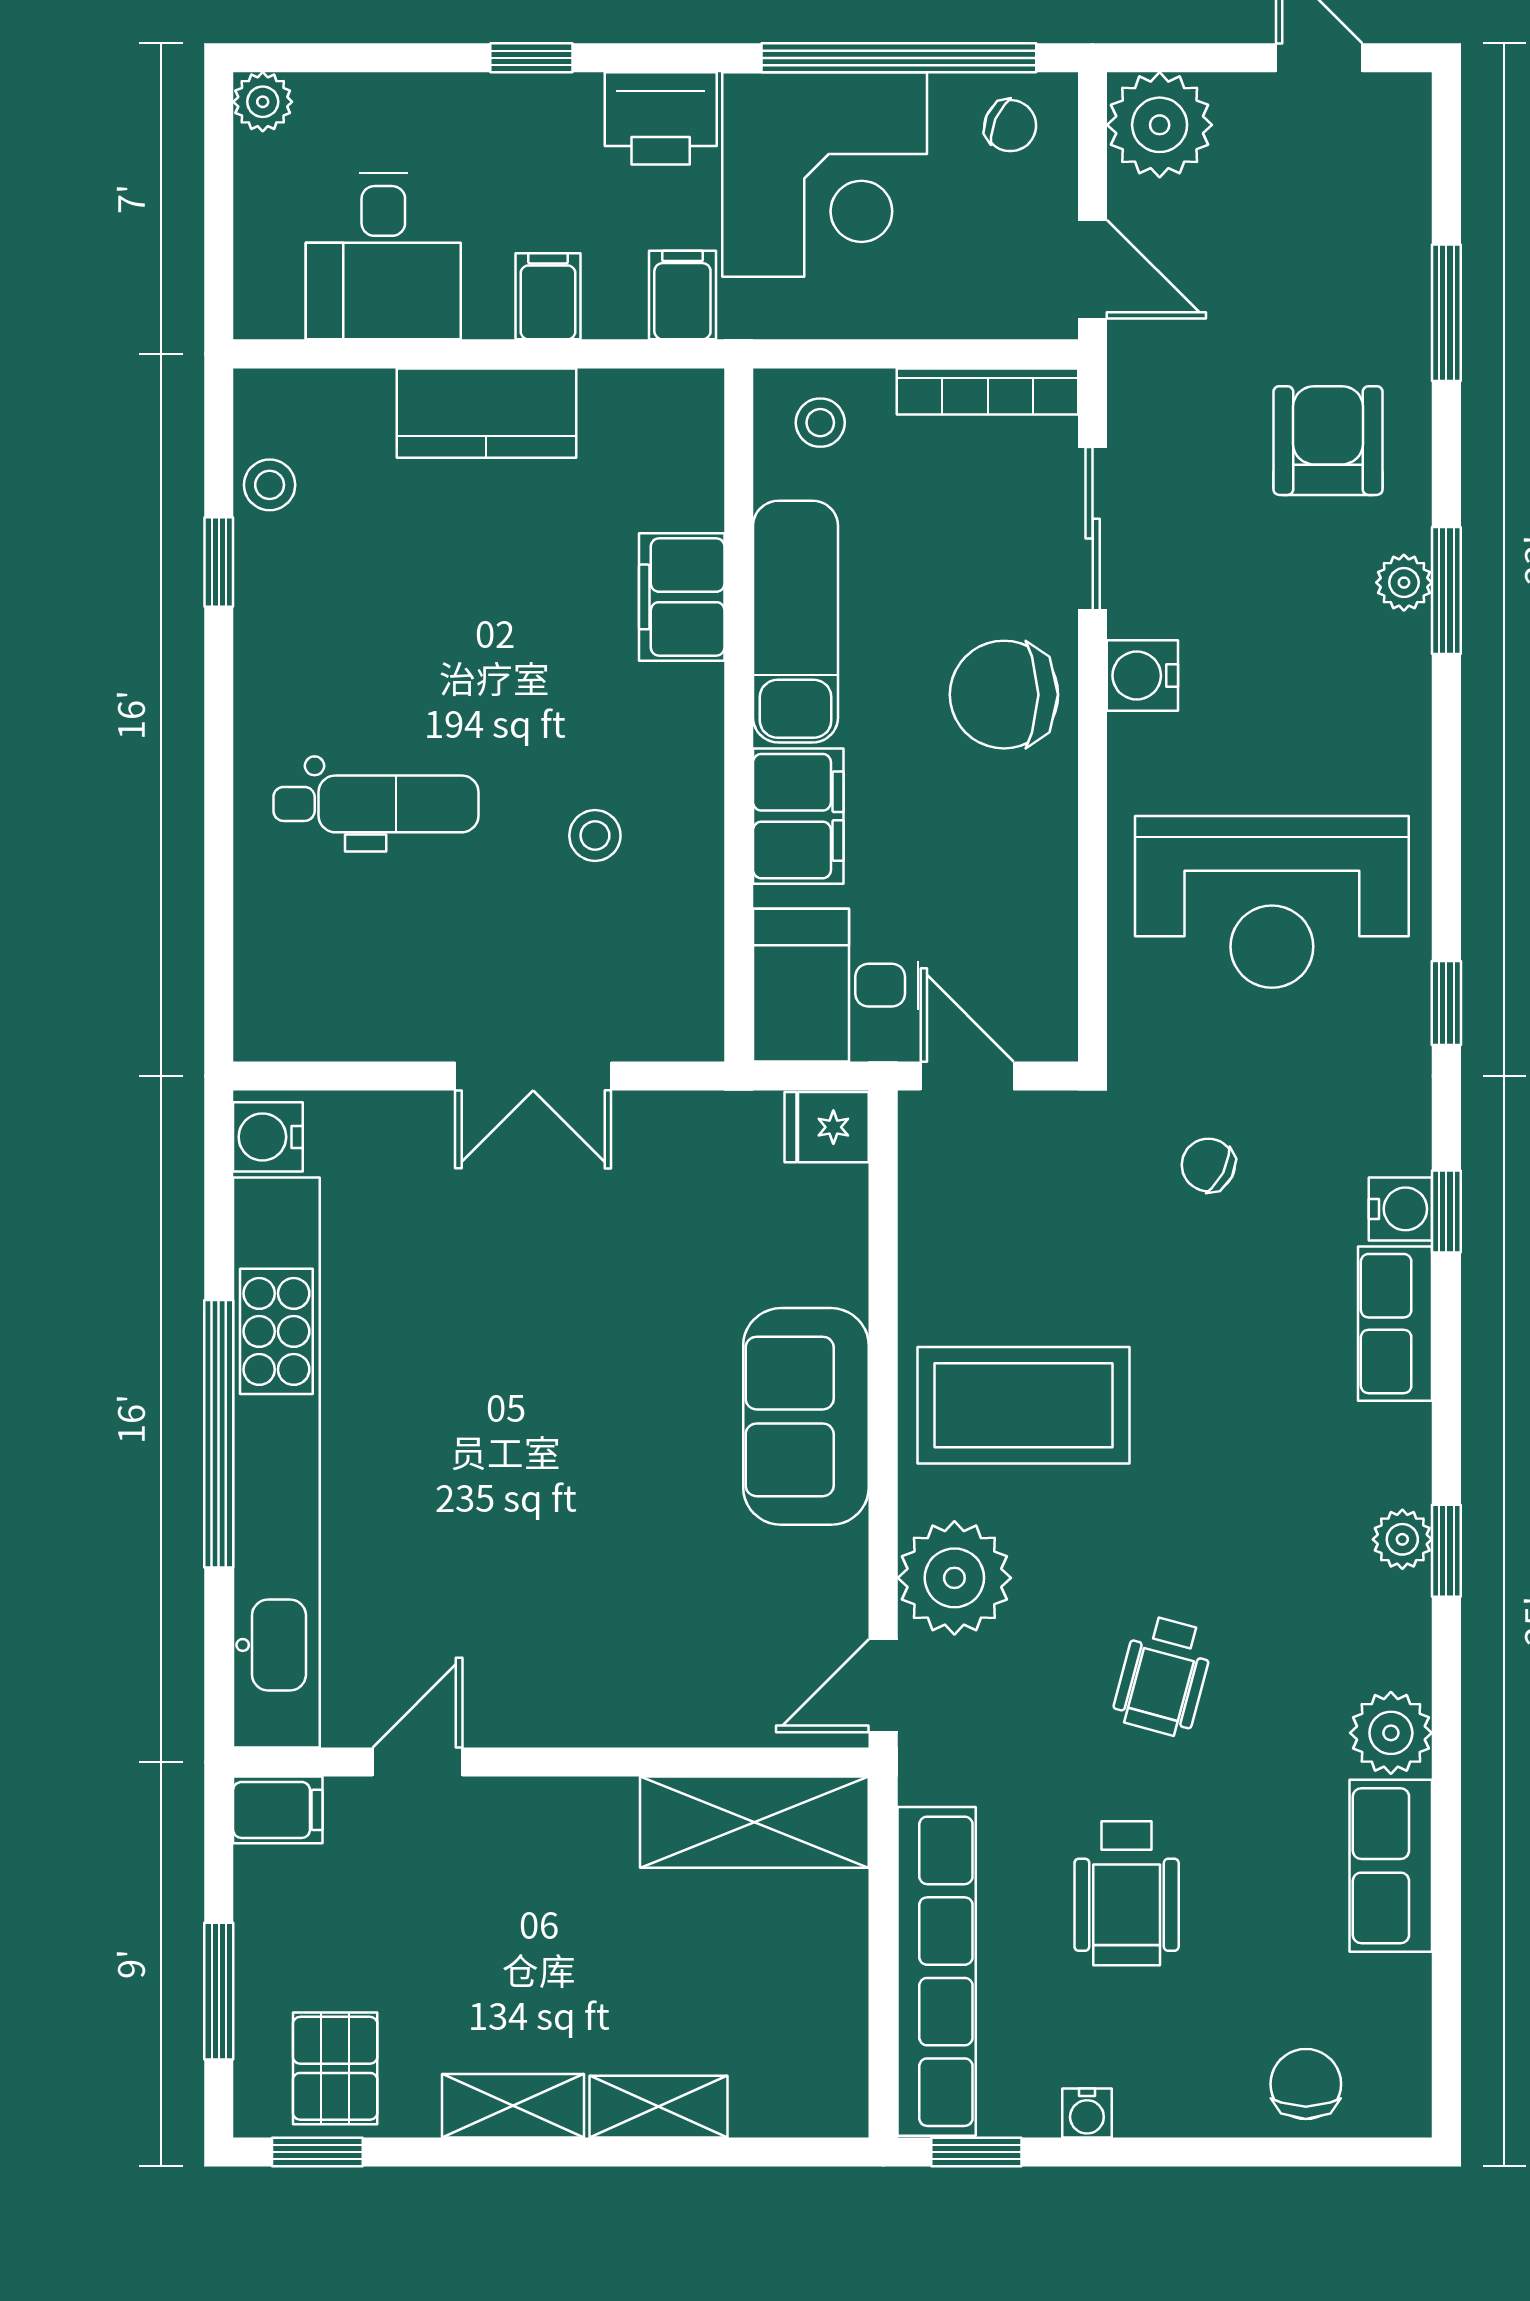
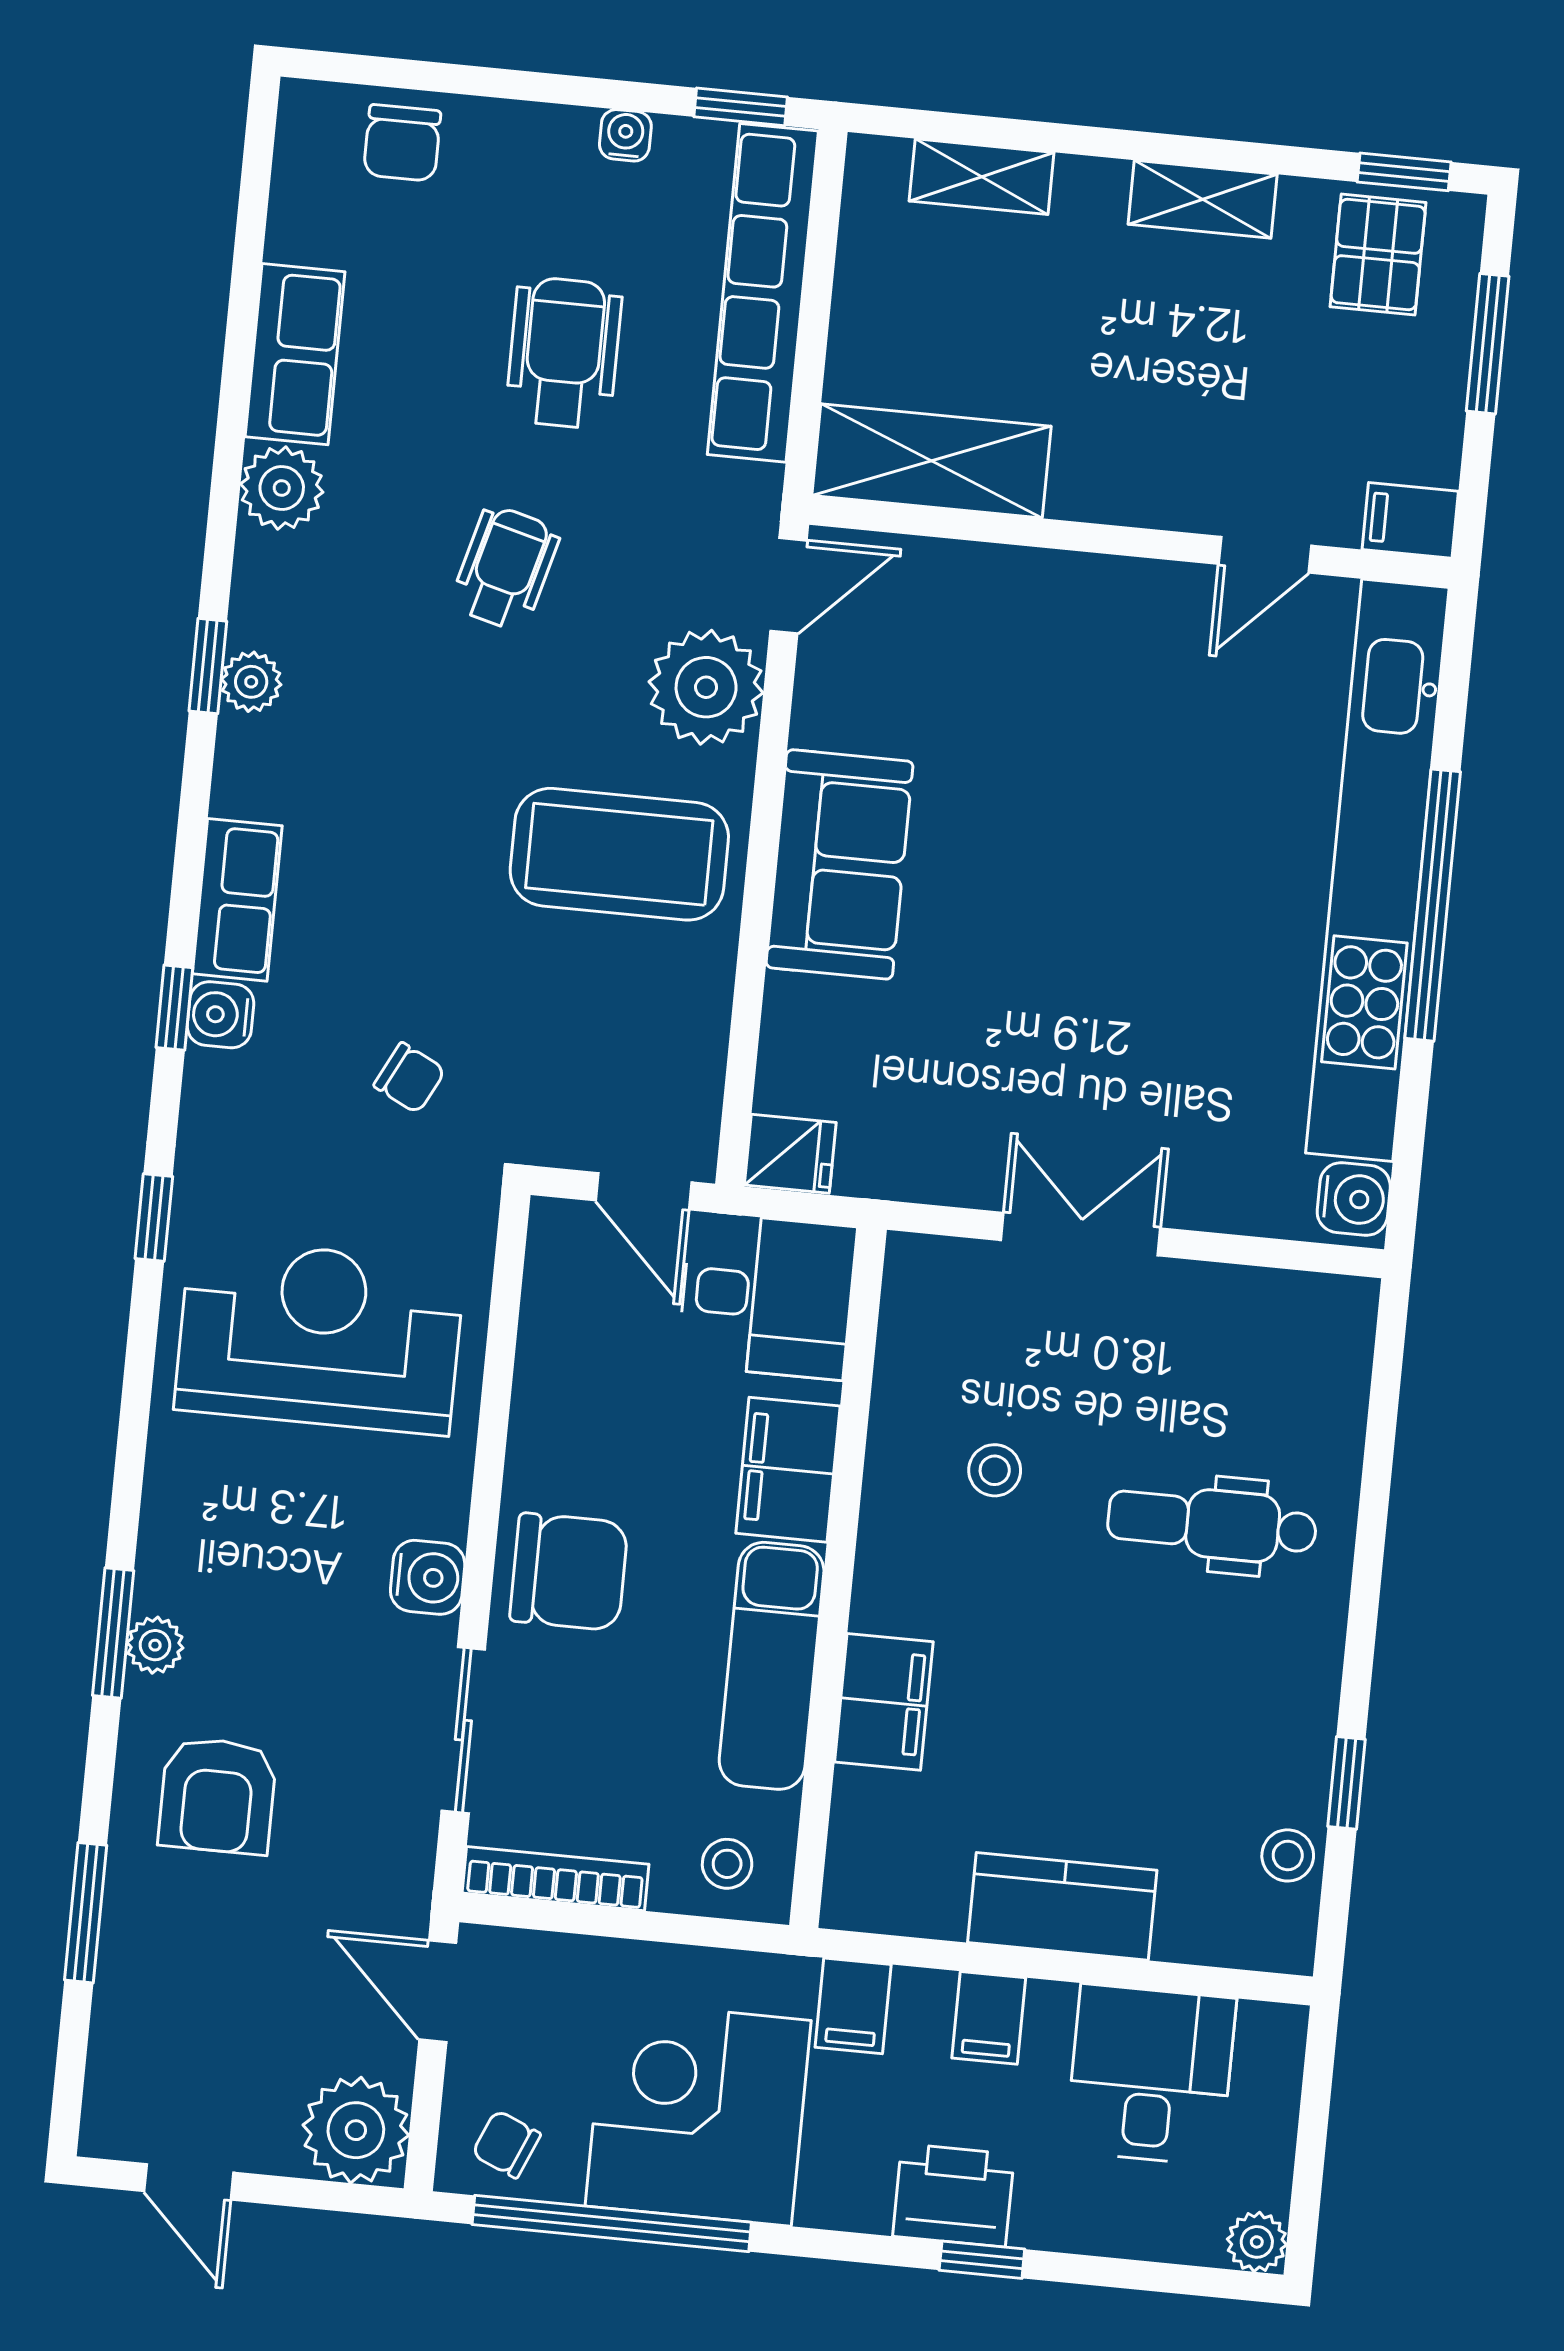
printer: (661, 118) -> (954, 2195), moved
shelving: (658, 2107) -> (982, 177), moved

